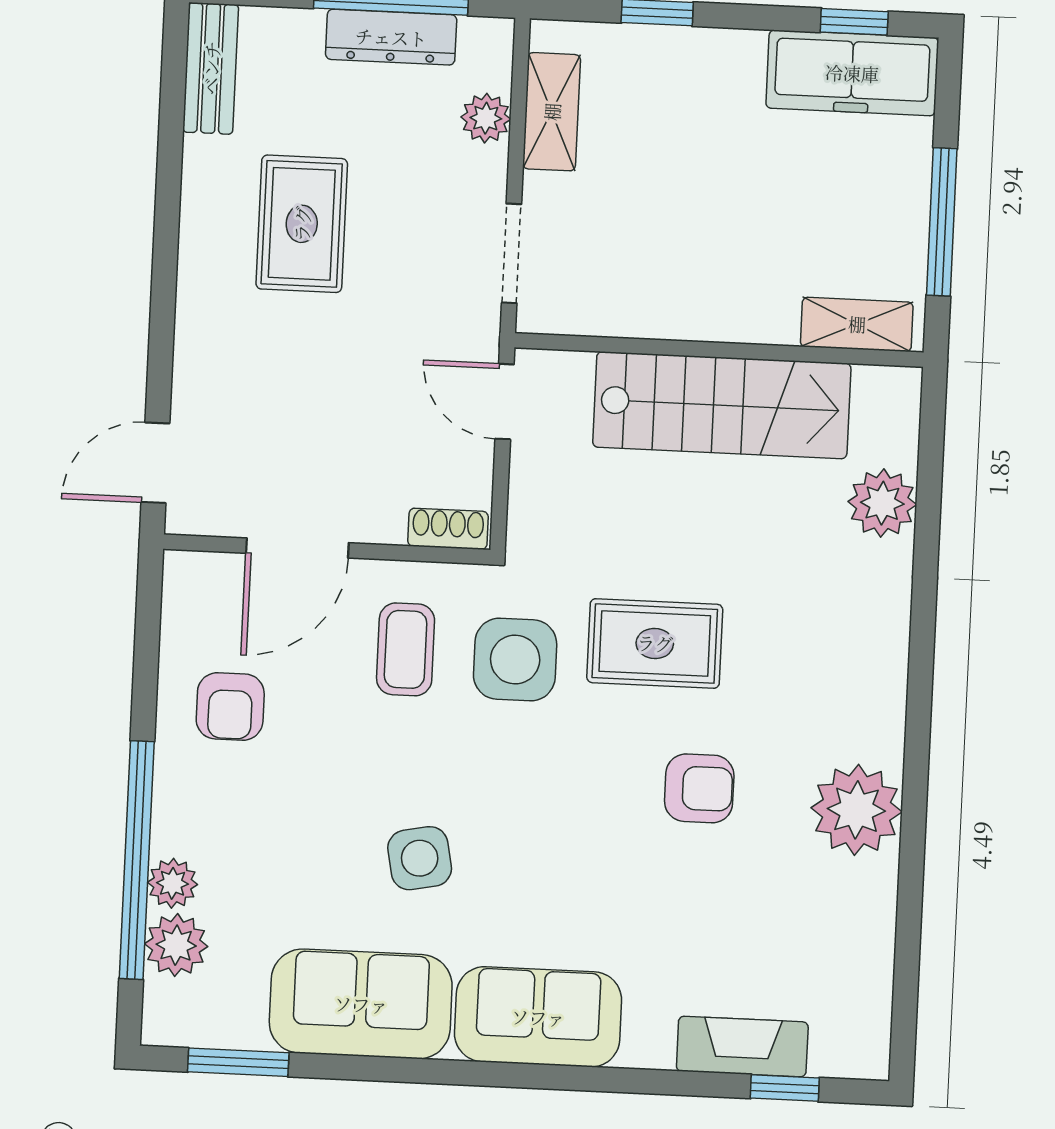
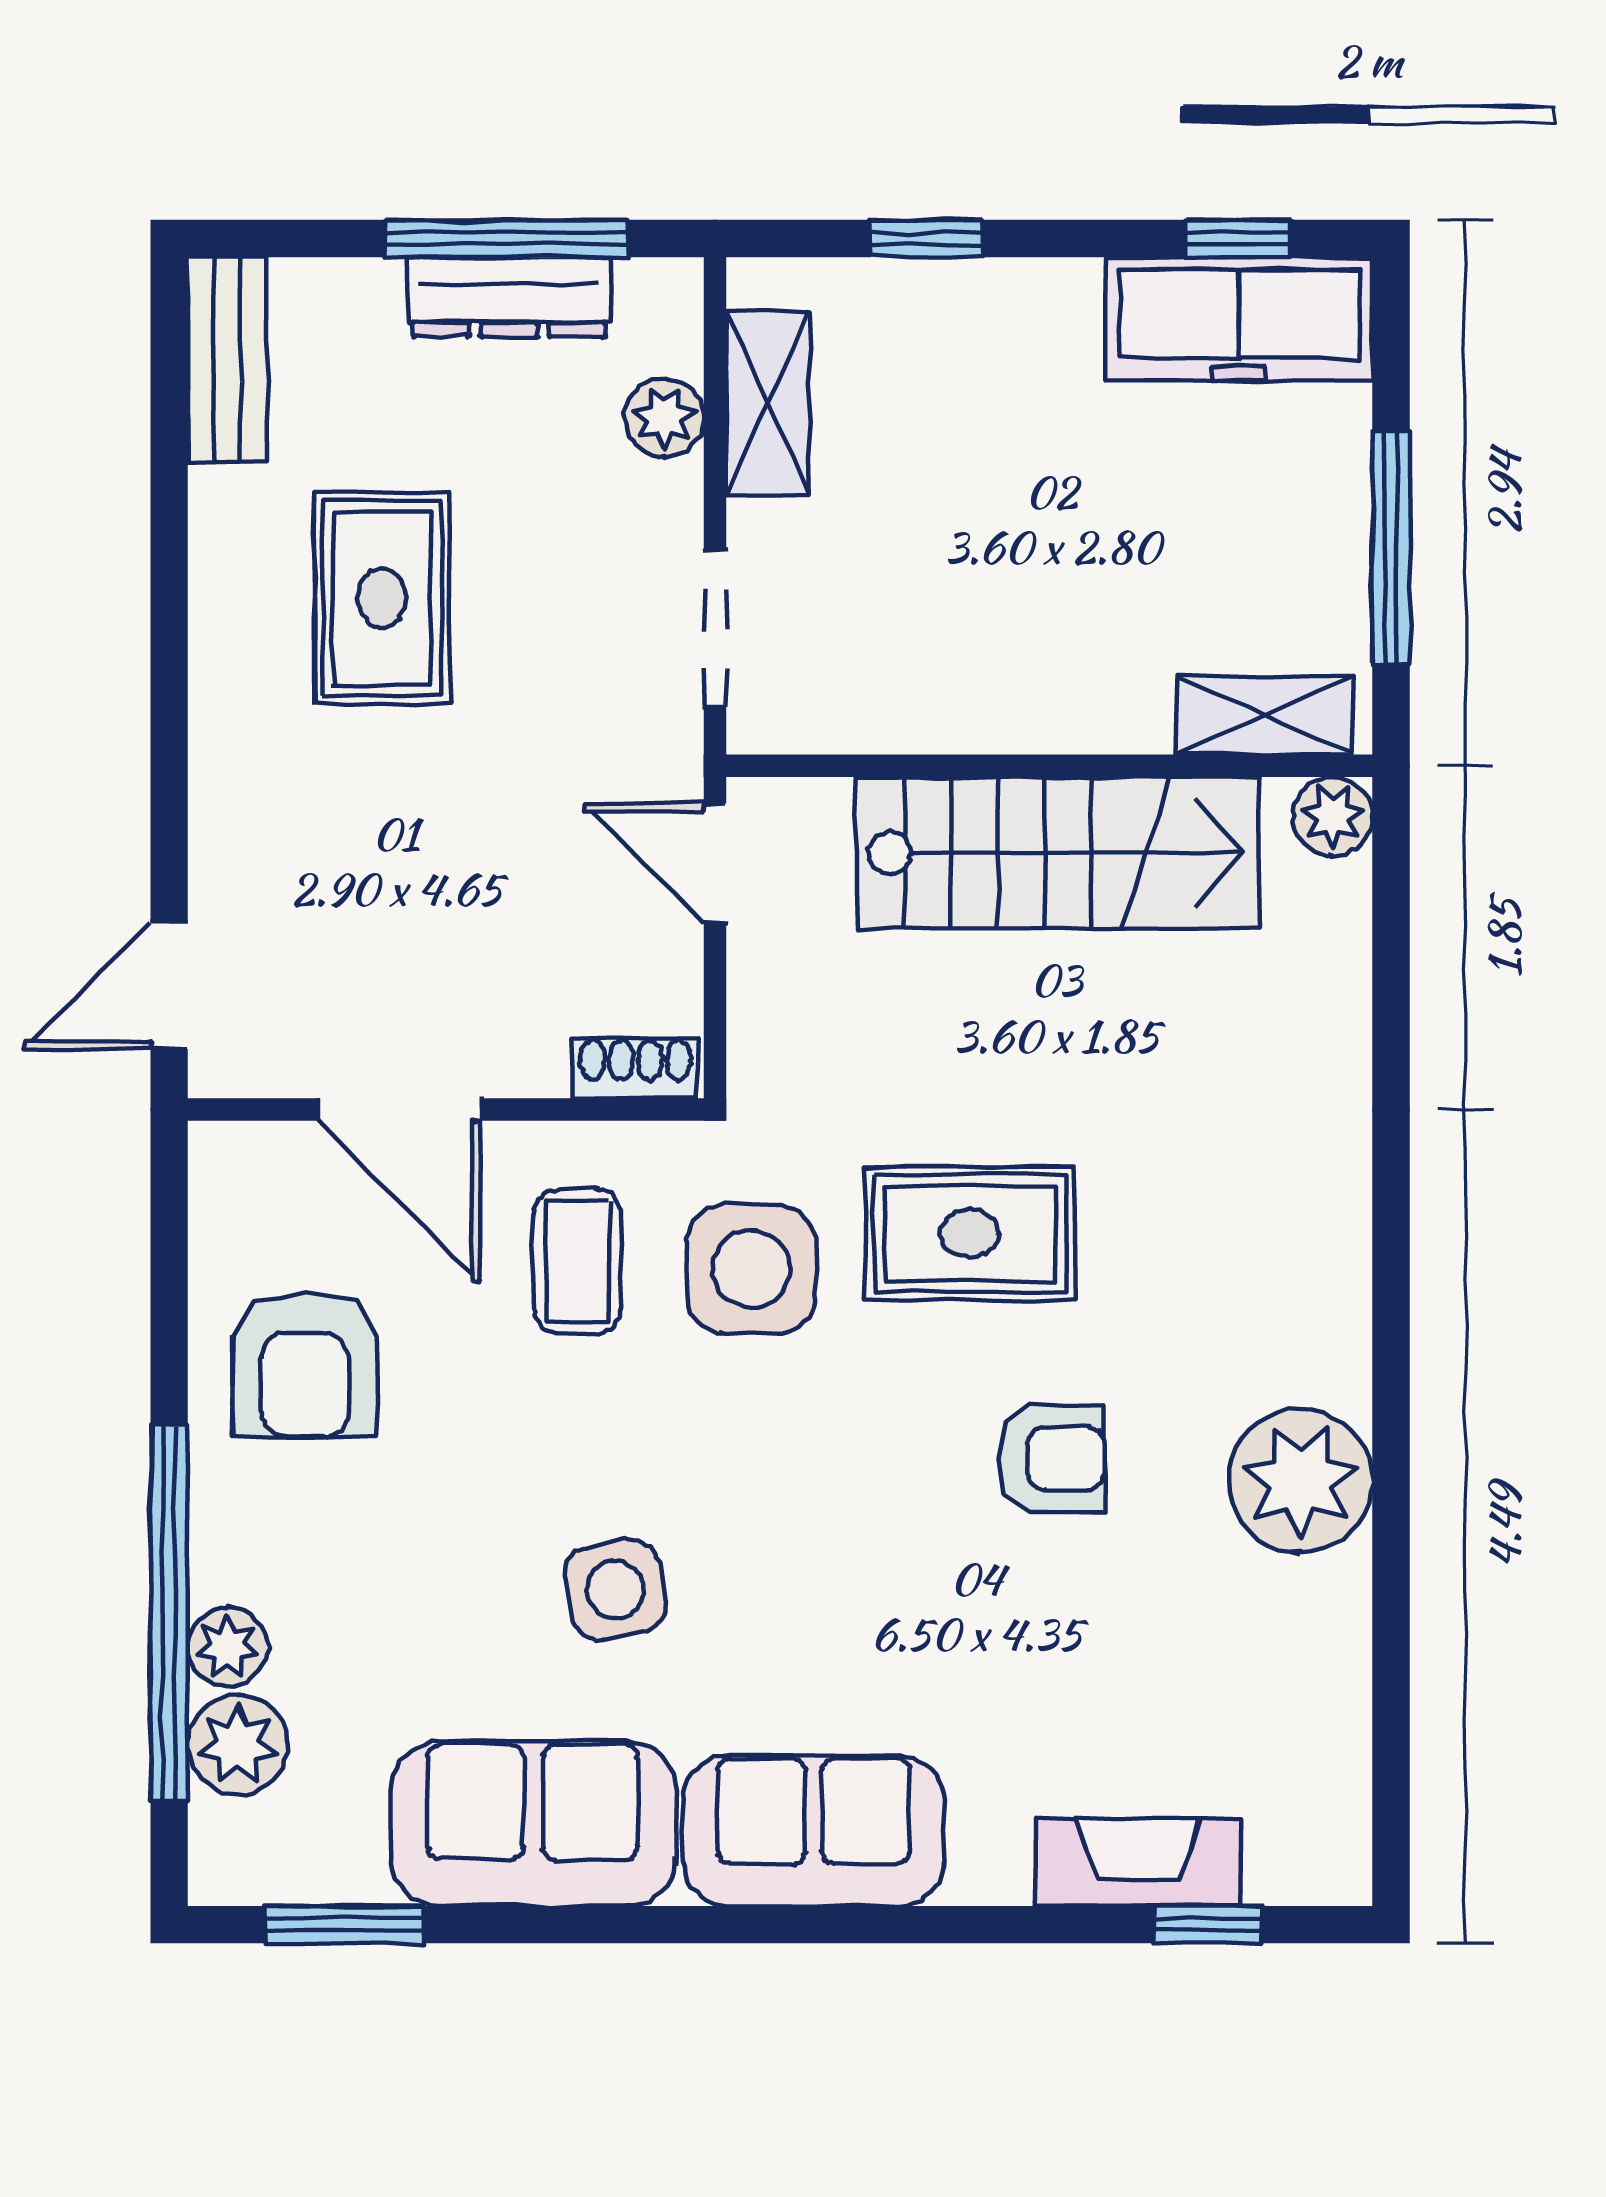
plant: (882, 503) -> (1333, 816), moved, width x0.73, depth x0.73
door: (297, 548) -> (399, 1109), hinge flipped
armchair: (230, 706) -> (305, 1364), width x1.38, depth x1.38

